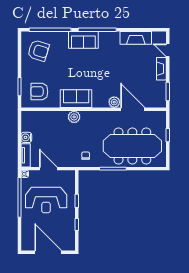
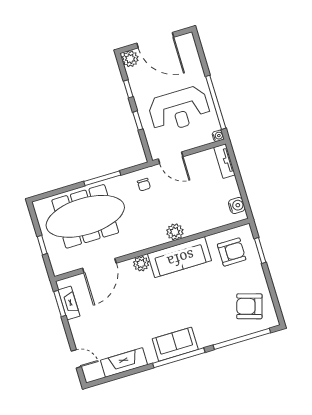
sofa: (83, 40) -> (175, 344), moved
fireplace: (161, 69) -> (69, 303), moved
sofa: (76, 99) -> (180, 257), width x1.36
plant: (114, 102) -> (141, 264), moved
door: (133, 109) -> (99, 266), hinge flipped
water cooler: (26, 137) -> (237, 206), moved
door: (48, 169) -> (171, 158), moved
reception desk: (46, 200) -> (179, 109), turned 180
plant: (69, 245) -> (130, 59), added

